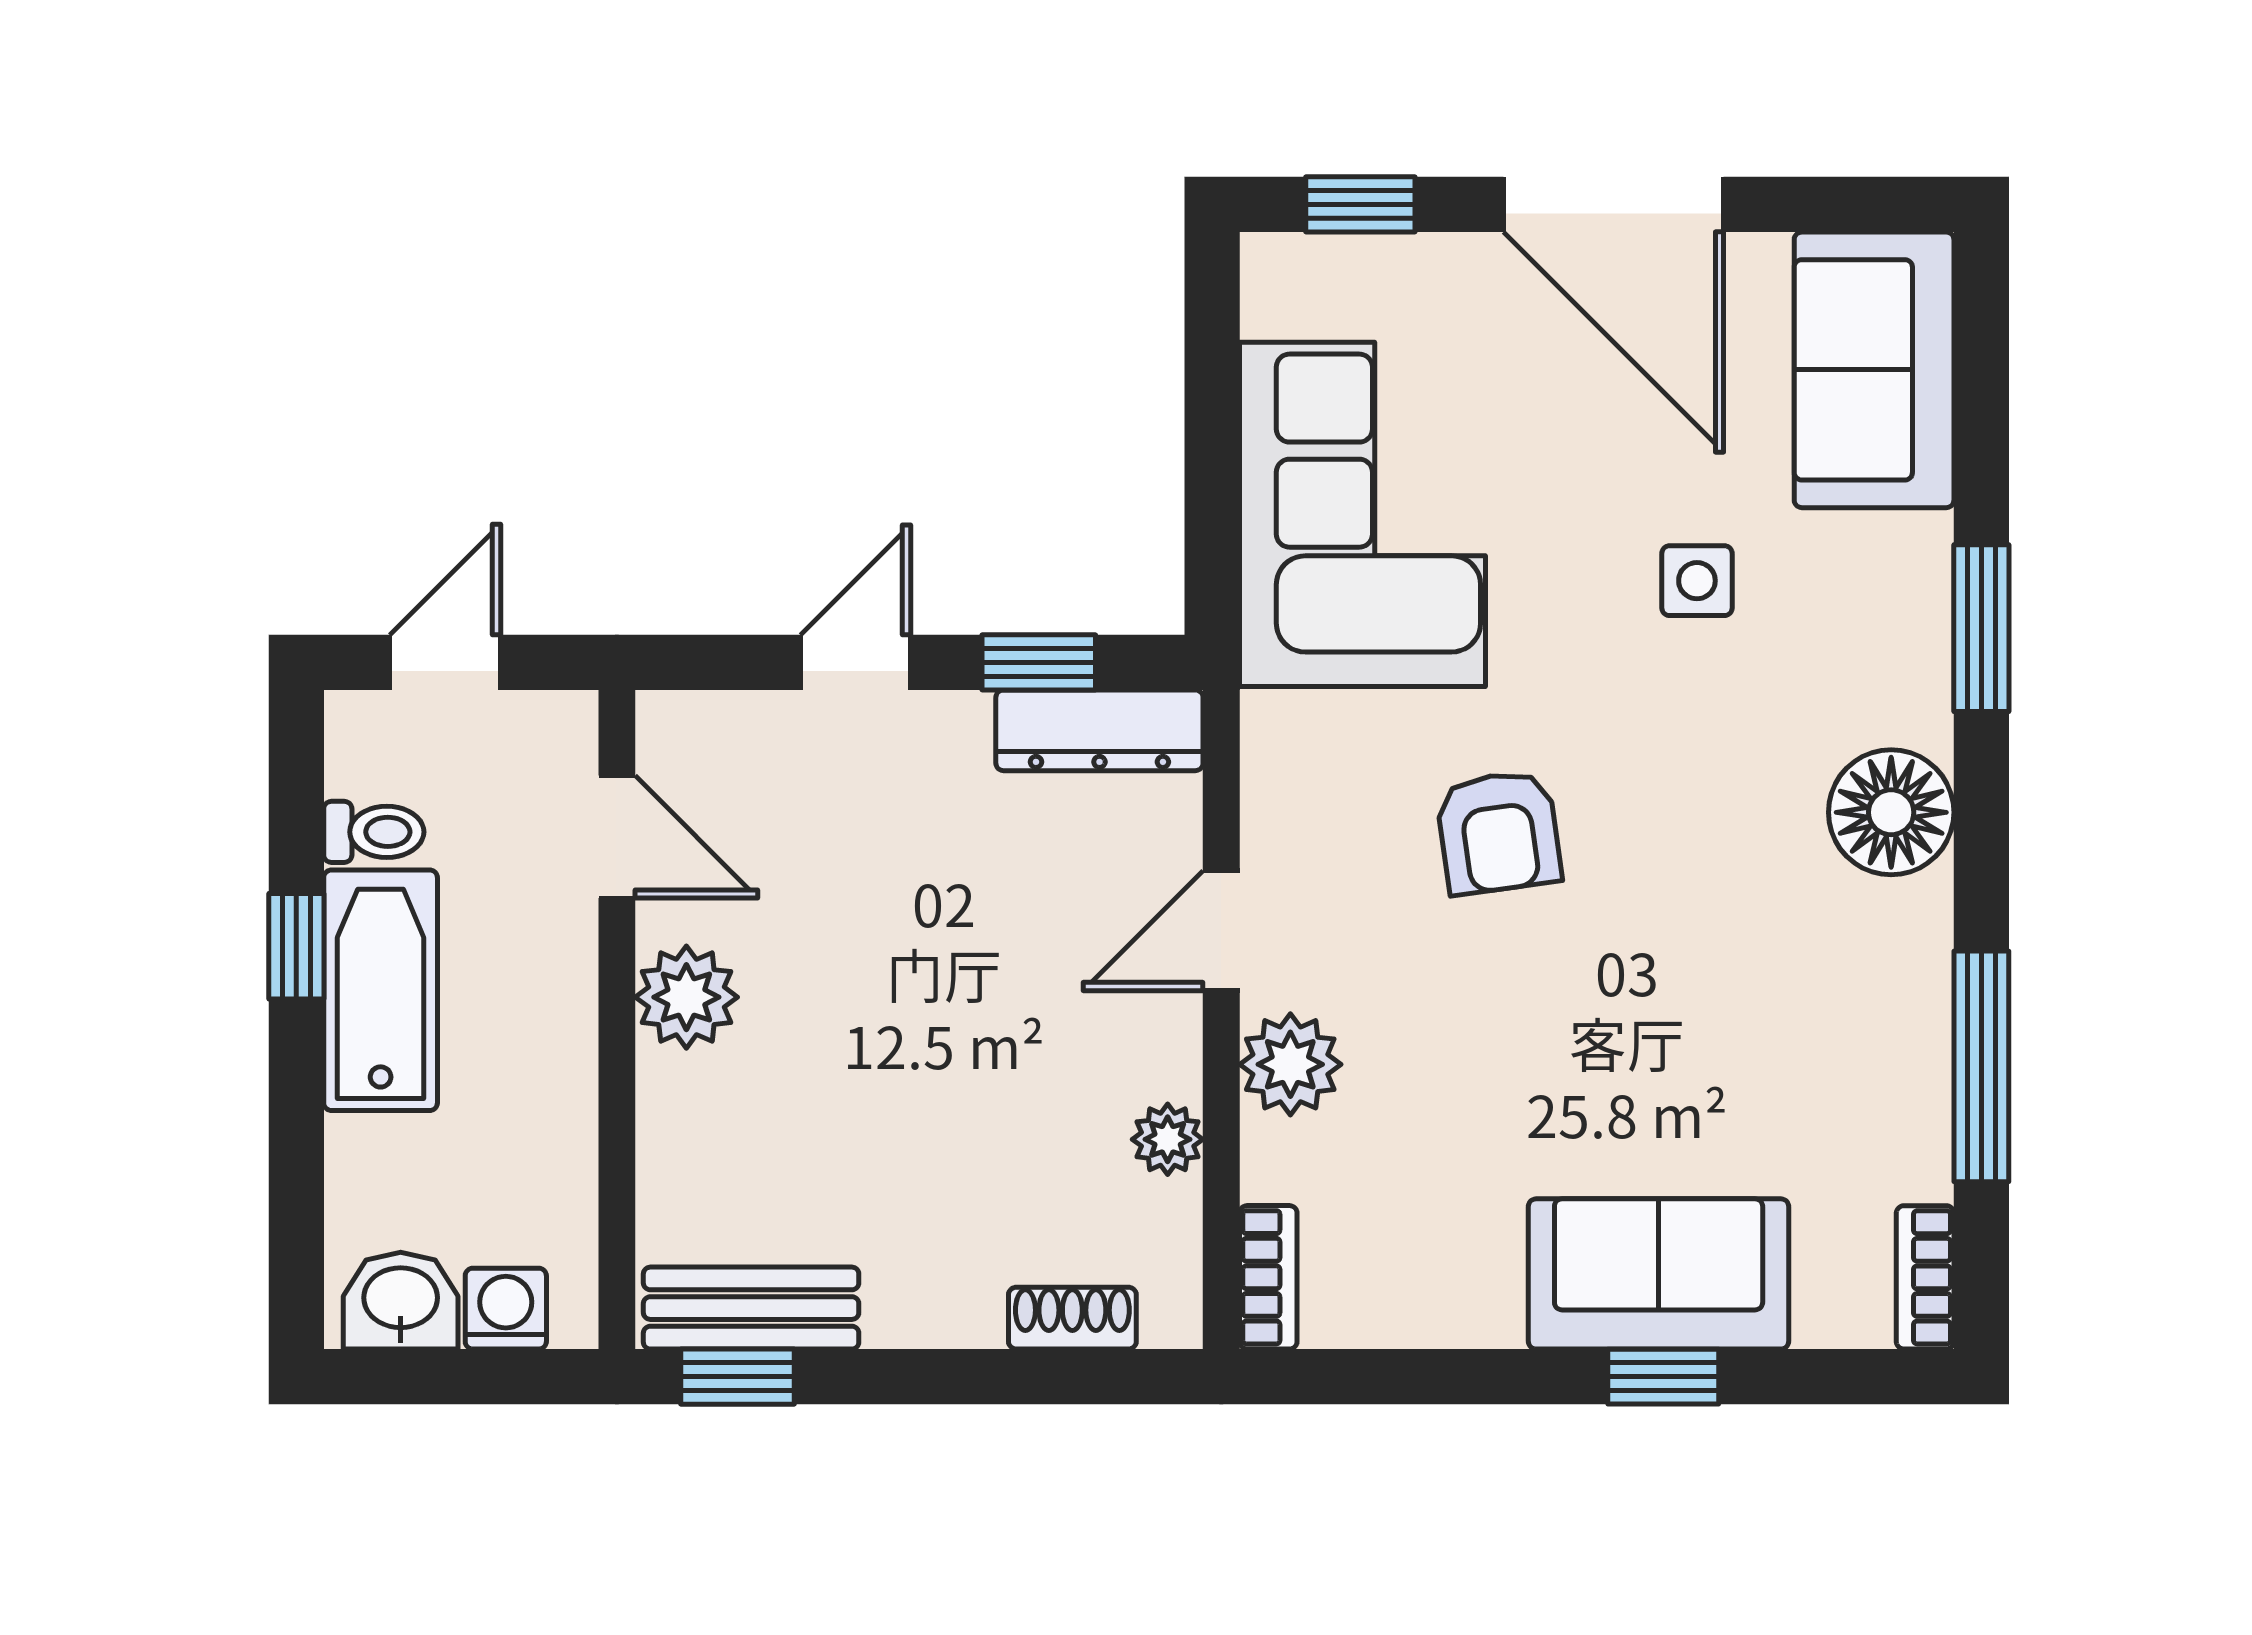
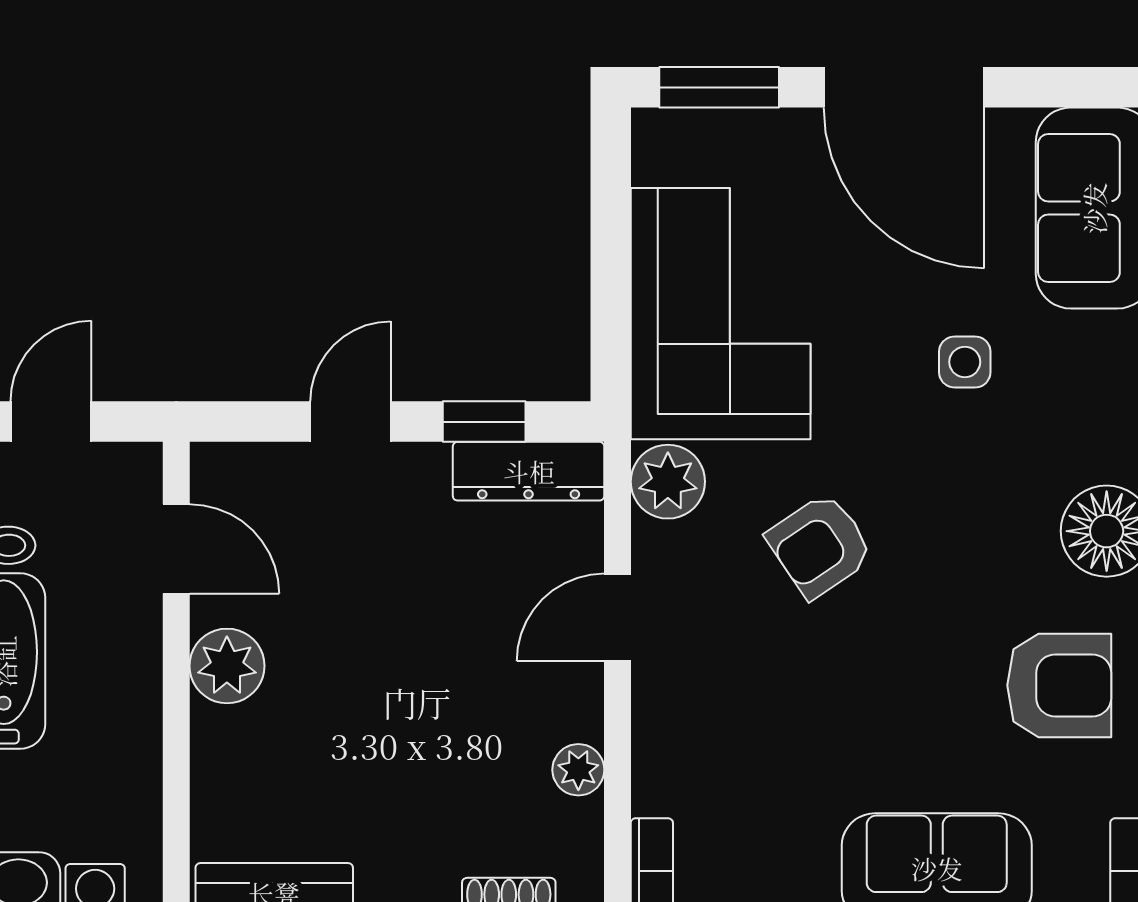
window: (1360, 204) -> (719, 87), width x1.50
armchair: (1499, 832) -> (820, 546), turned 64
armchair: (1826, 1024) -> (1059, 685), added
plant: (1290, 1064) -> (668, 482), moved

